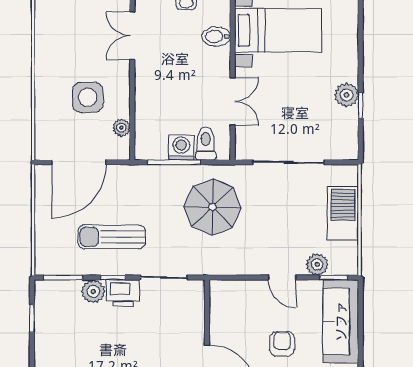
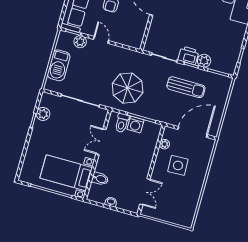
plant: (347, 95) -> (43, 114), moved

